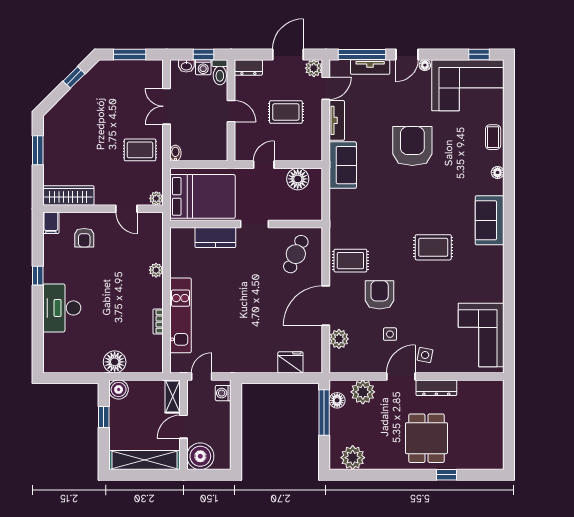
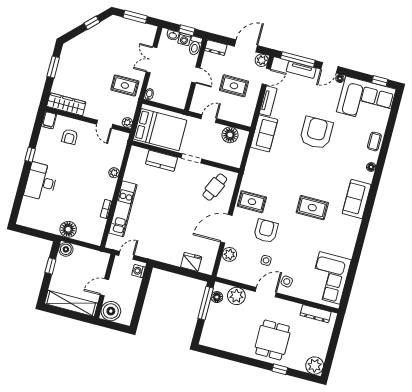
dresser: (436, 388) -> (316, 314), moved
shelving: (173, 397) -> (102, 264), removed
plant: (353, 458) -> (315, 366), moved

